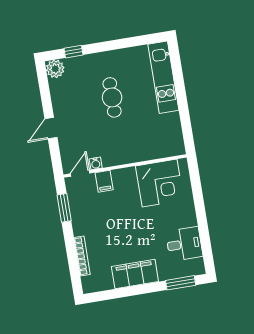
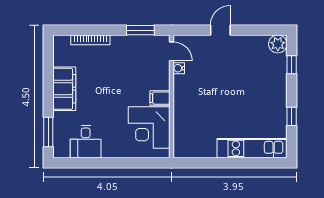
window: (125, 43) -> (292, 116), added
cafe table: (112, 97) -> (241, 95), removed
door: (51, 128) -> (220, 30), hinge flipped
filing cabinet: (104, 181) -> (160, 98), moved

